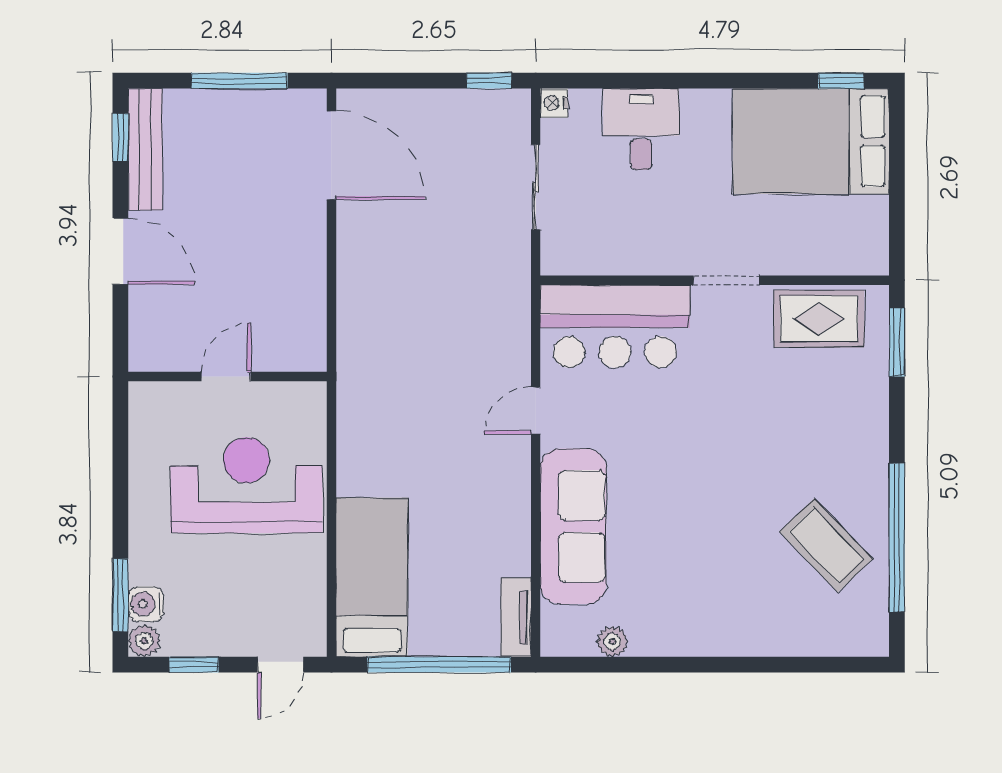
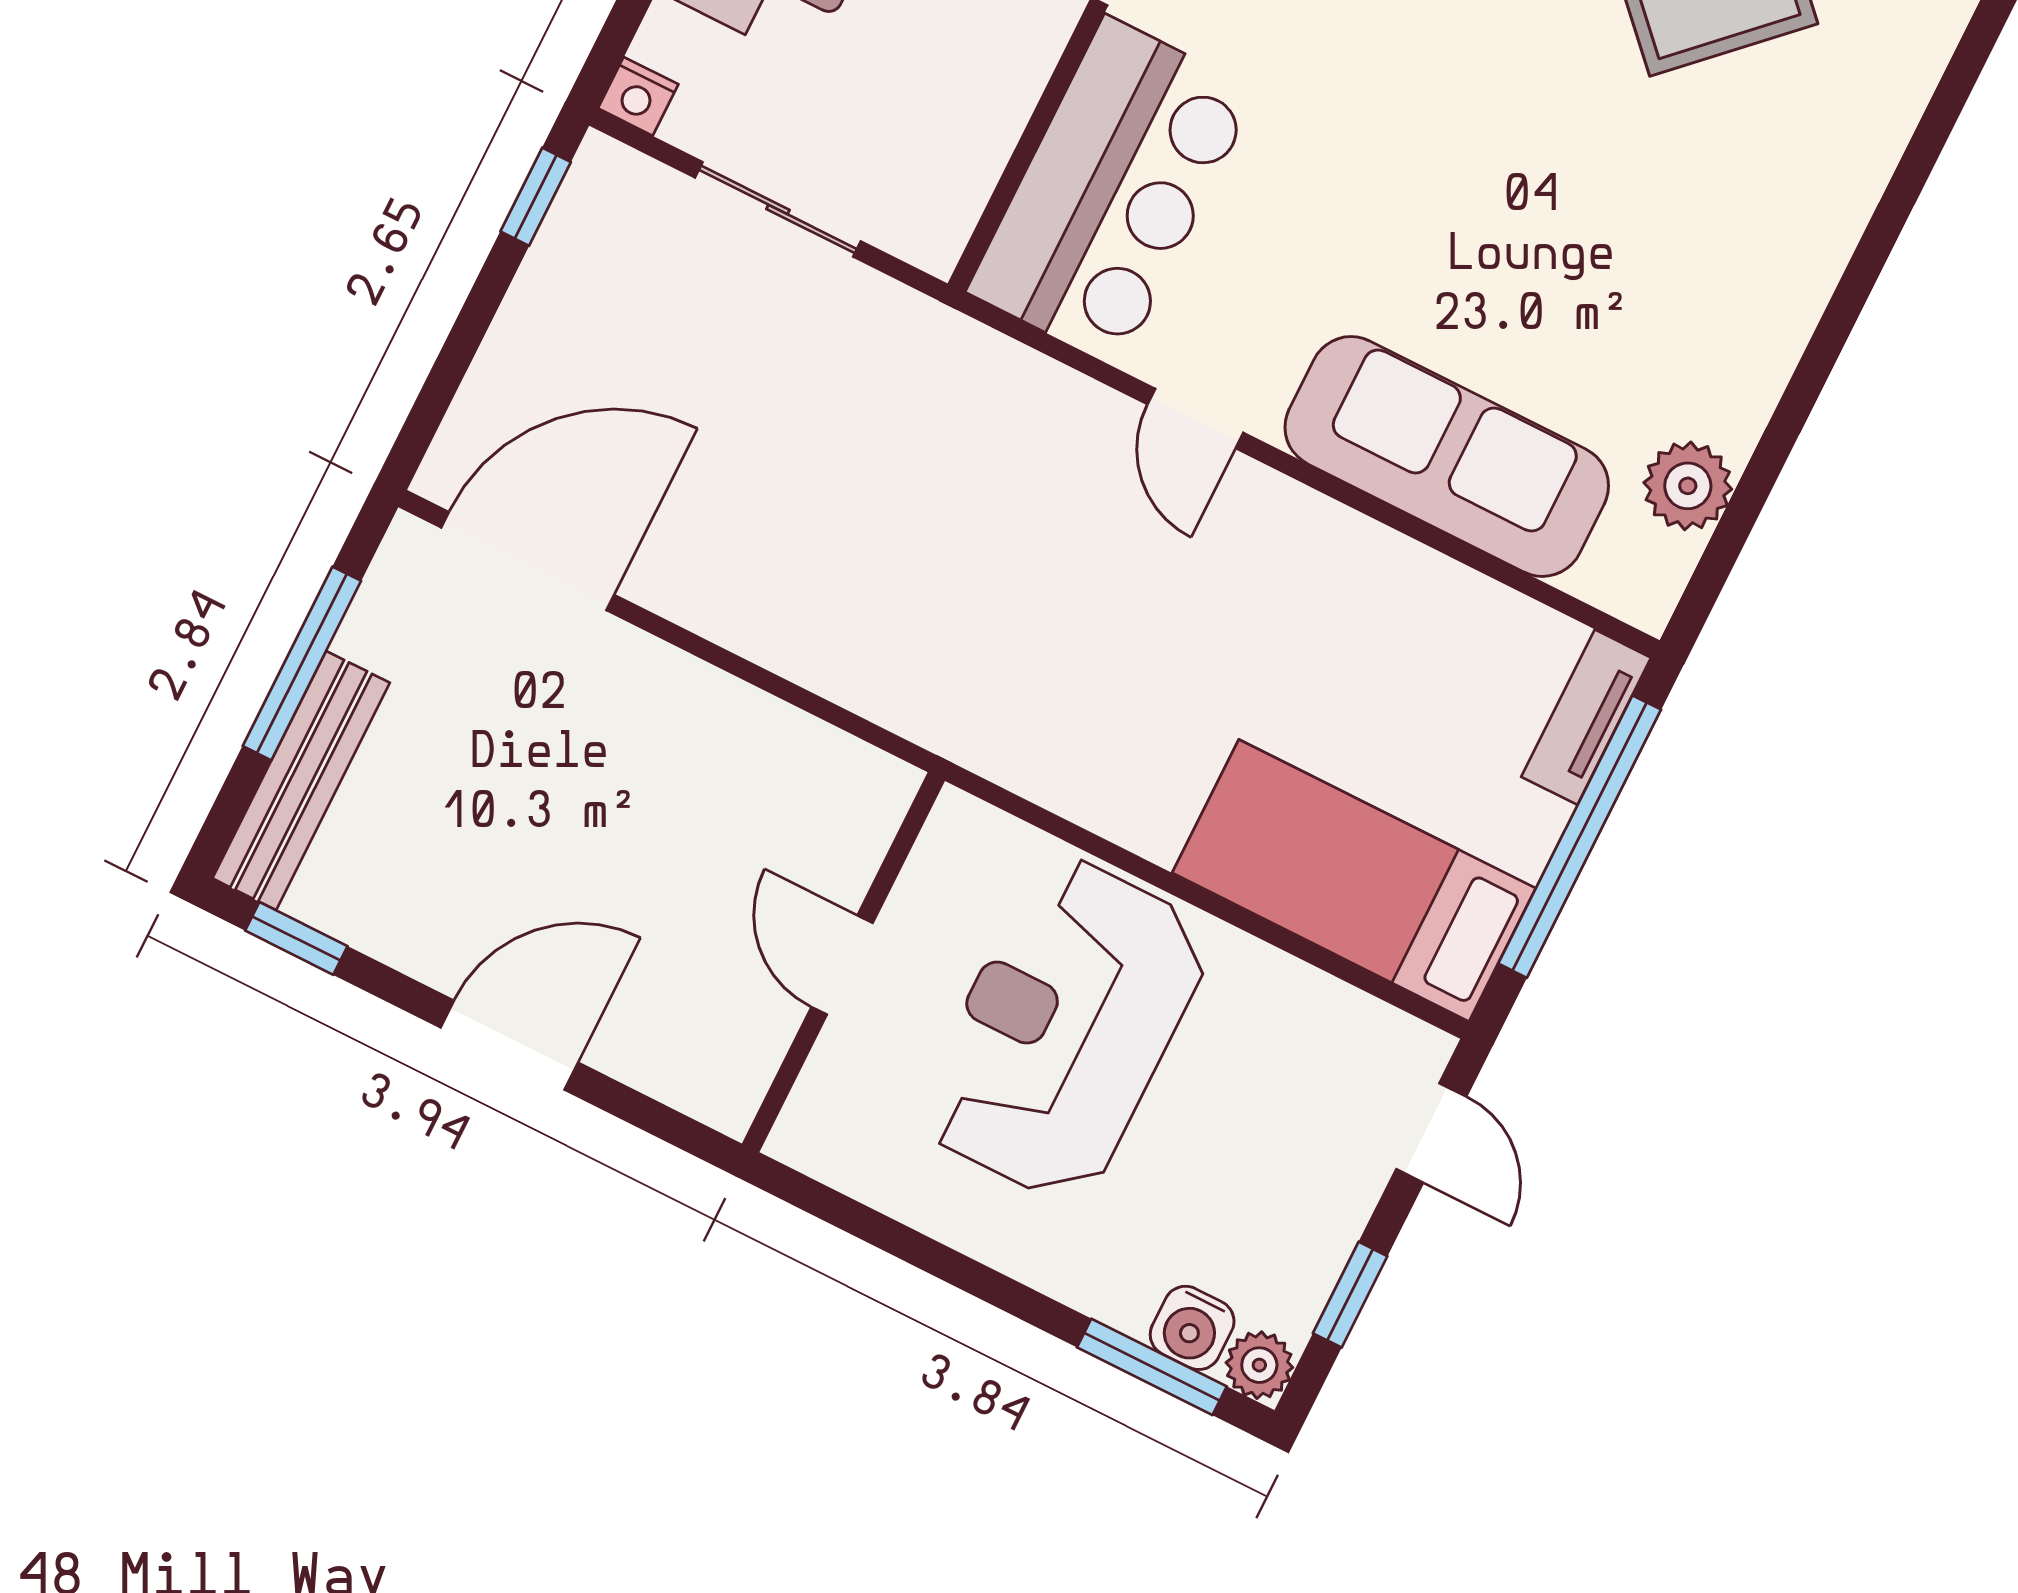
bench: (145, 149) -> (301, 781), moved, turned 90
tv unit: (516, 617) -> (1586, 717), moved, turned 90
plant: (612, 642) -> (1688, 486), width x1.38, depth x1.38

